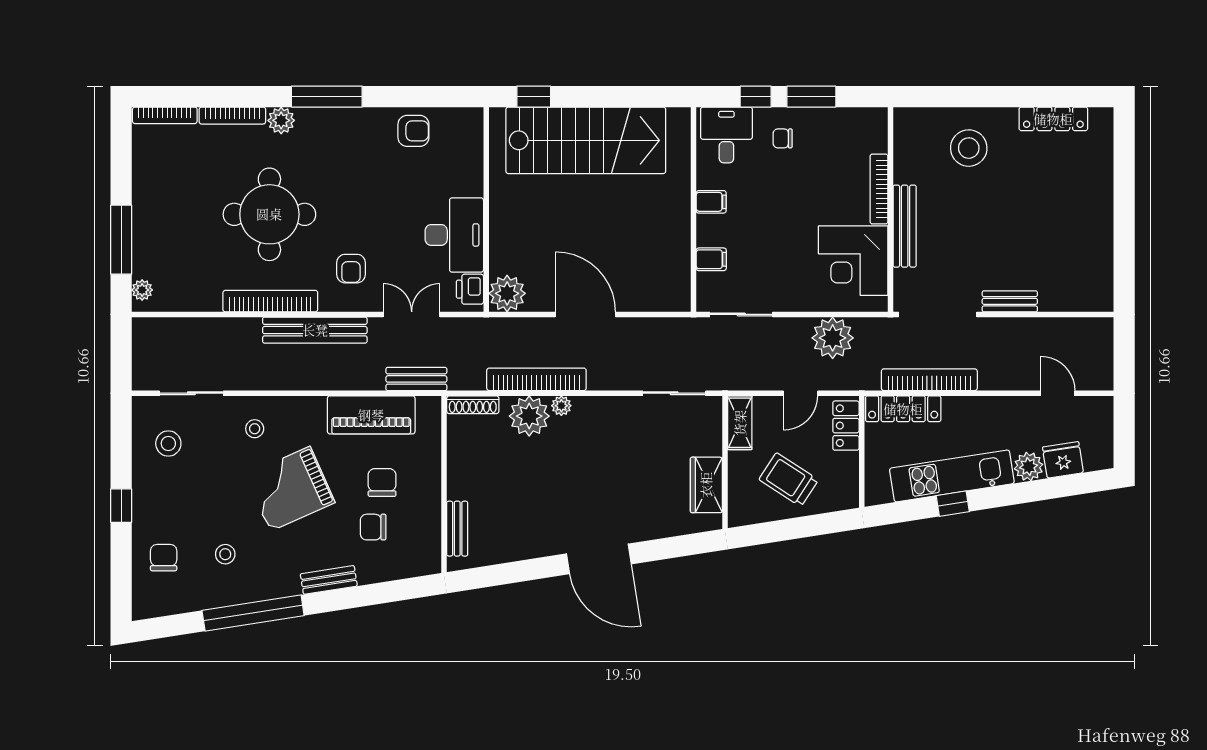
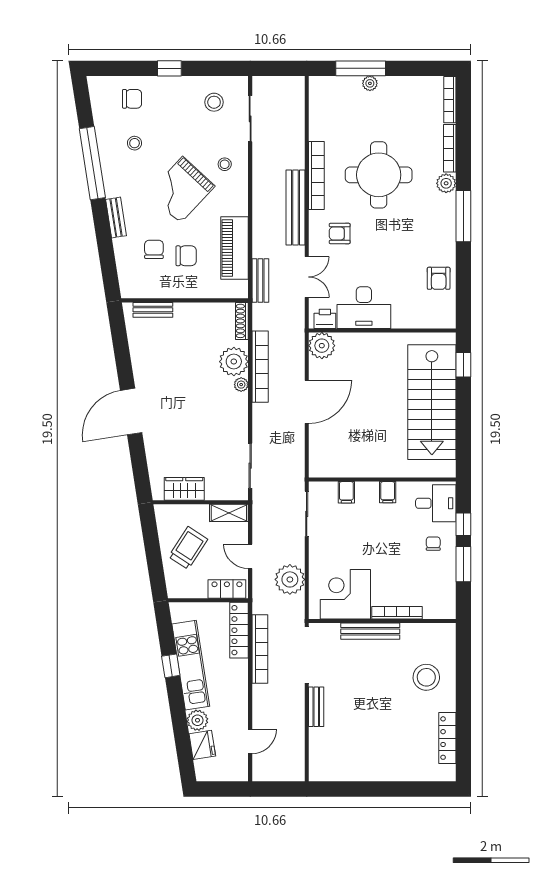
plant: (142, 290) -> (370, 83), moved
grand piano: (290, 489) -> (182, 190), turned -113

